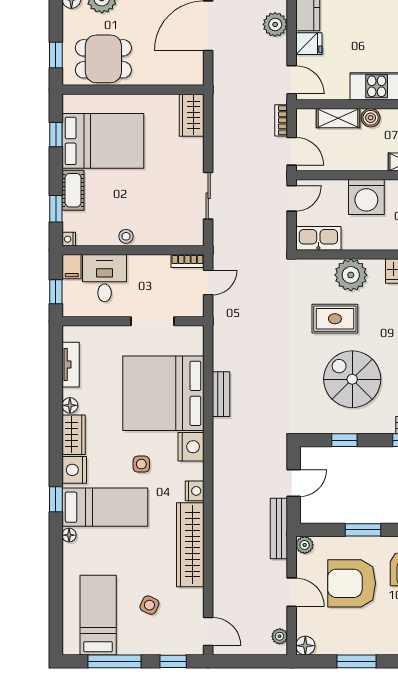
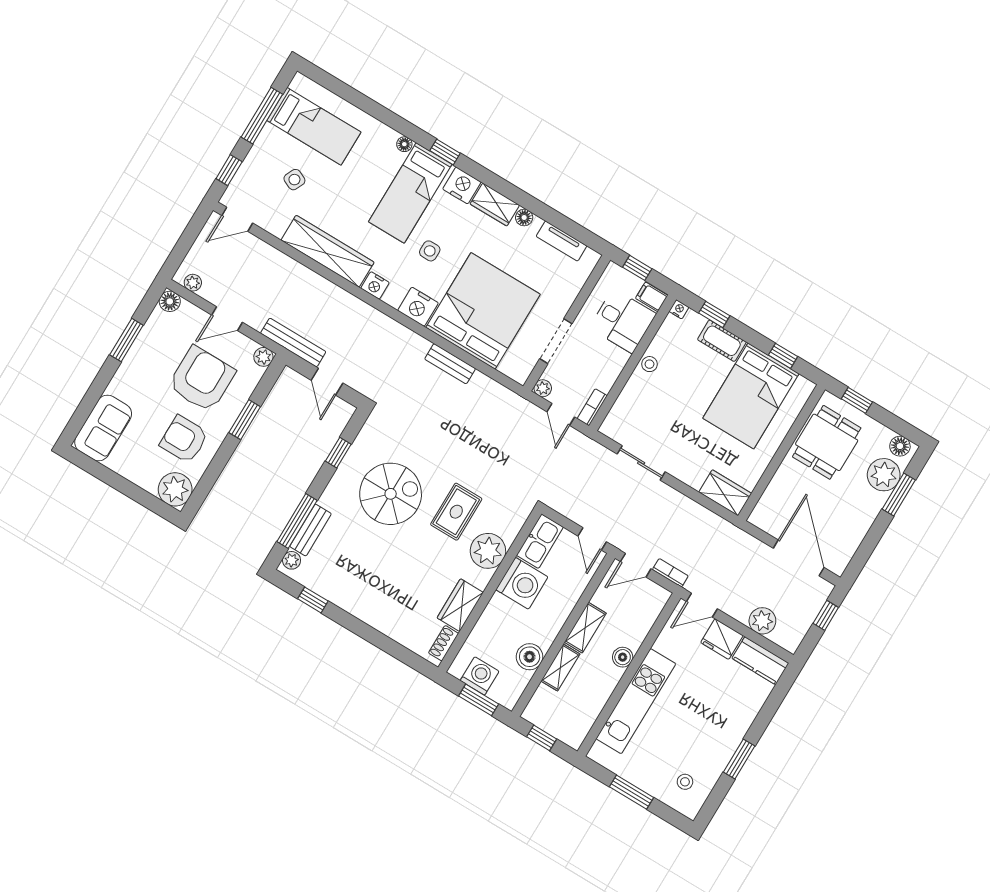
fridge: (309, 44) -> (722, 639), width x1.38
shelving: (338, 118) -> (585, 628), moved
washing machine: (366, 197) -> (522, 583), moved, turned 180
plant: (196, 309) -> (543, 388), added

